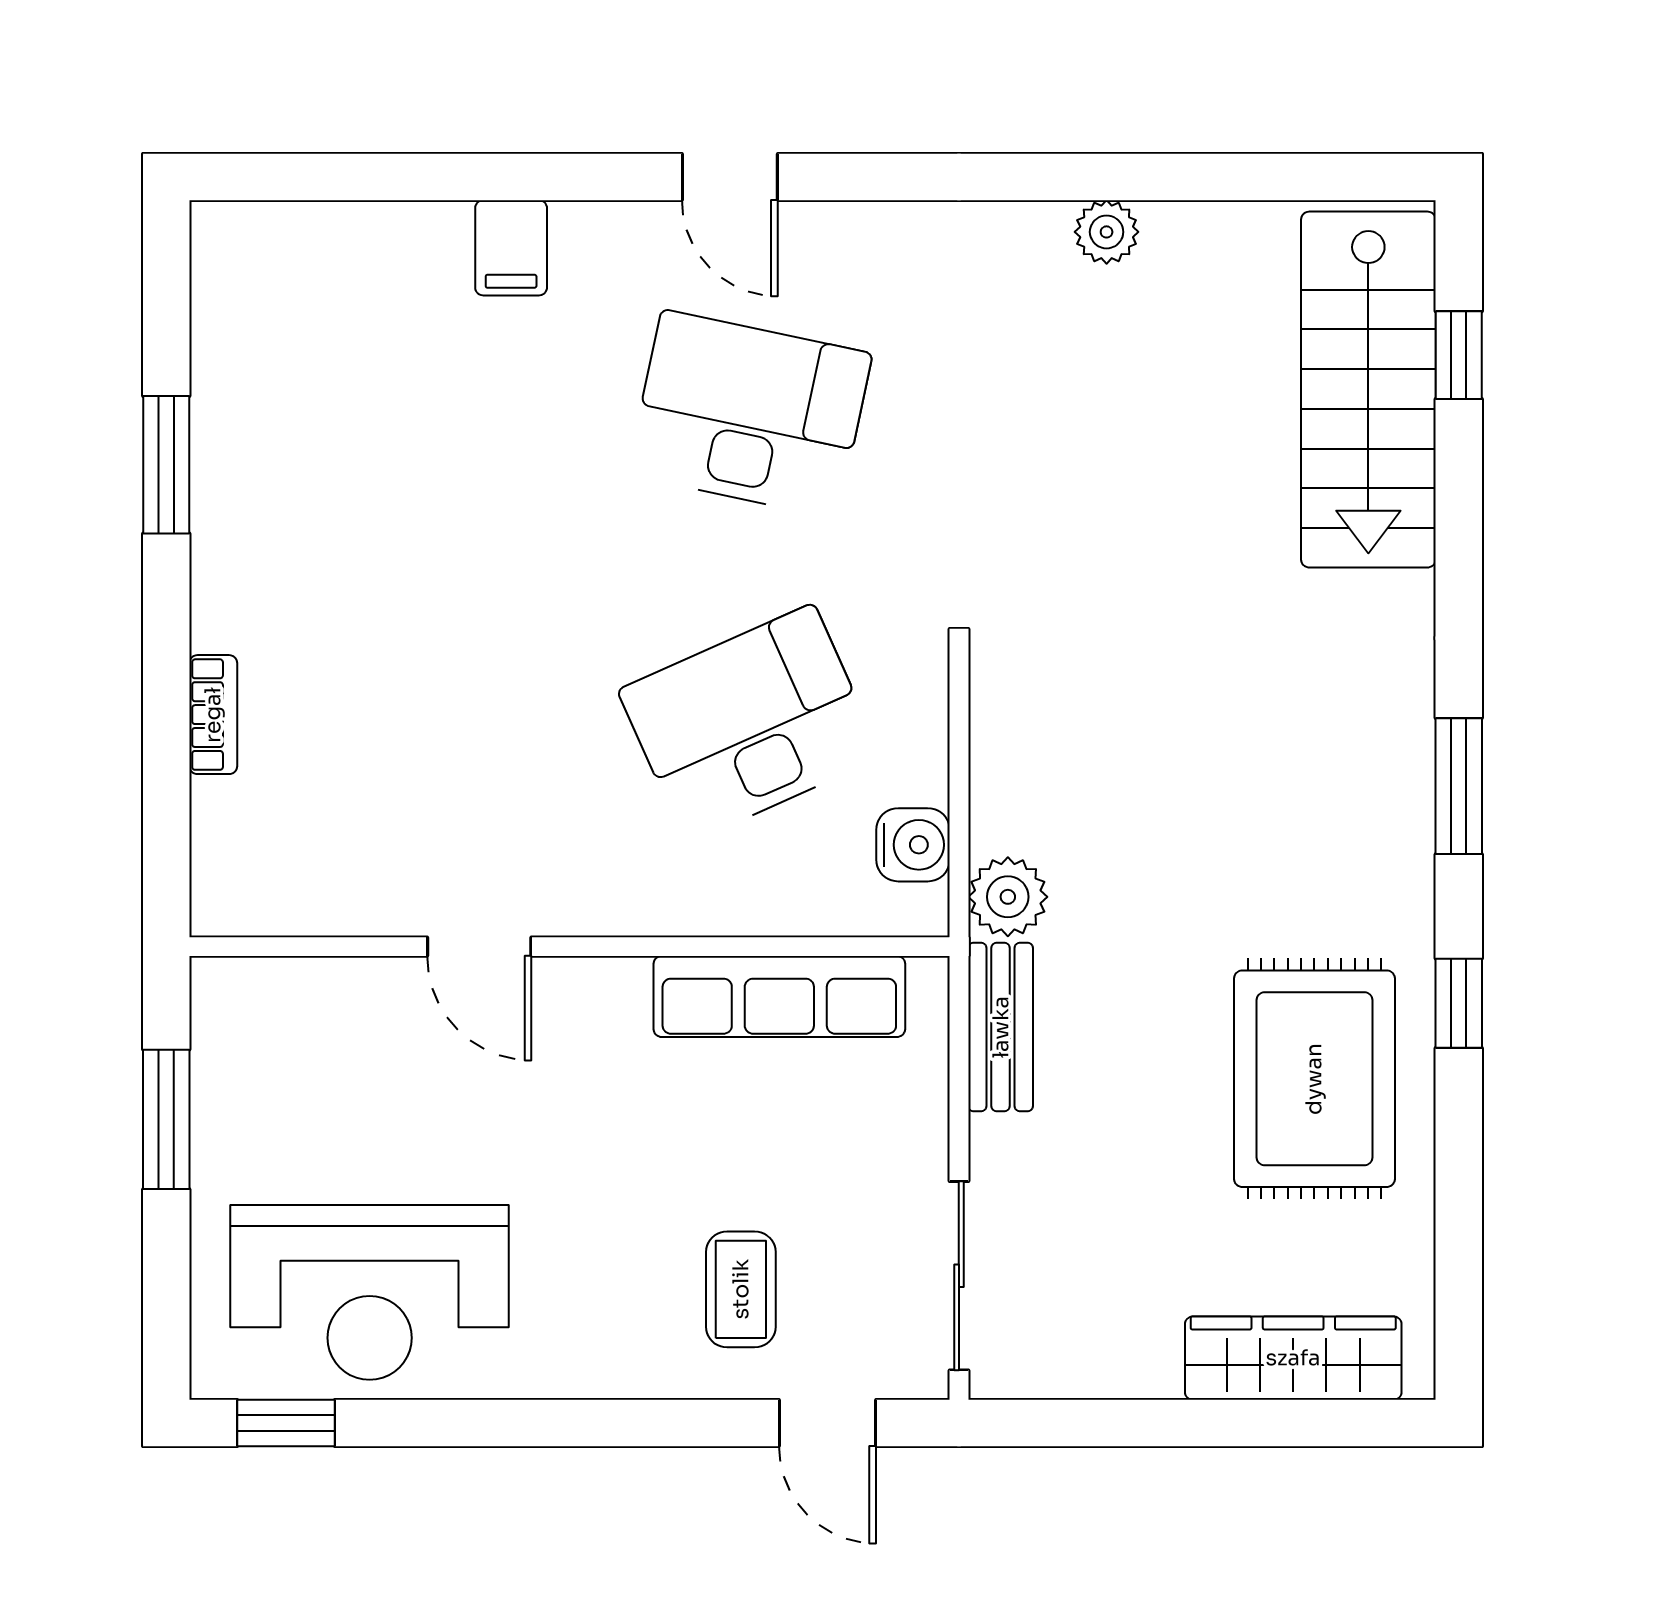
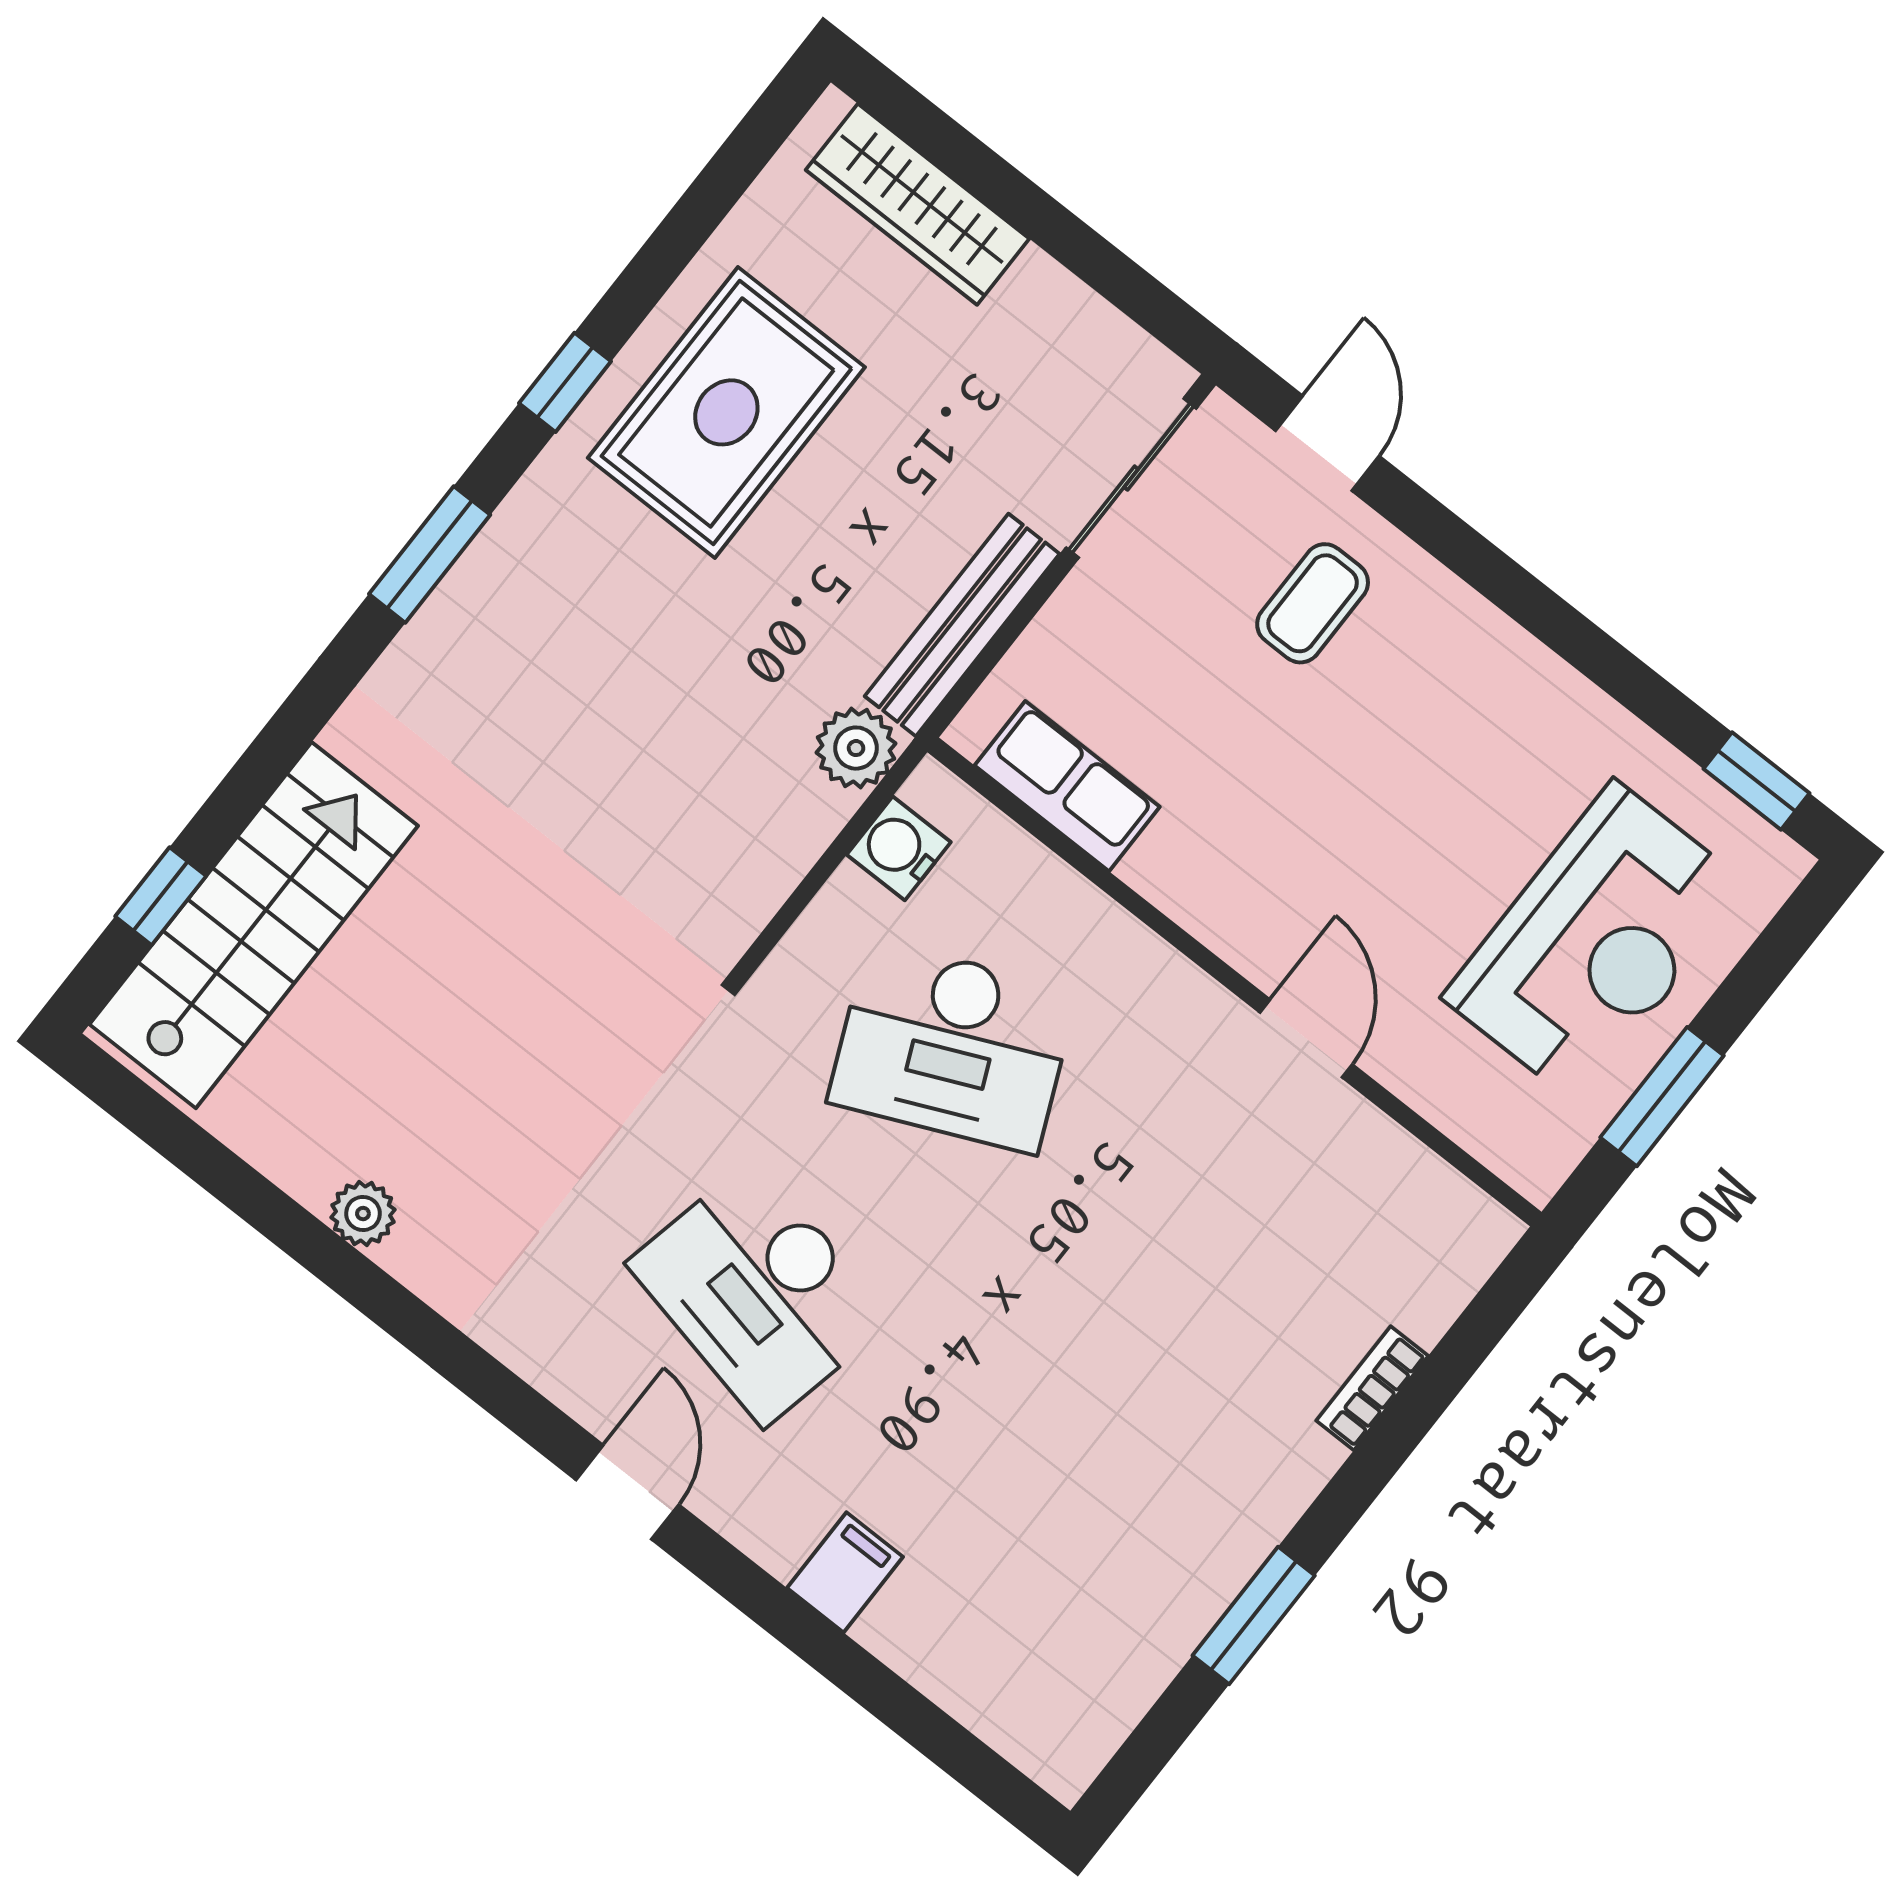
row of seats: (779, 996) -> (1067, 786), width x0.68
bench: (1001, 1027) -> (962, 625), width x1.36
reception desk: (370, 1292) -> (1596, 942), moved, turned 90

